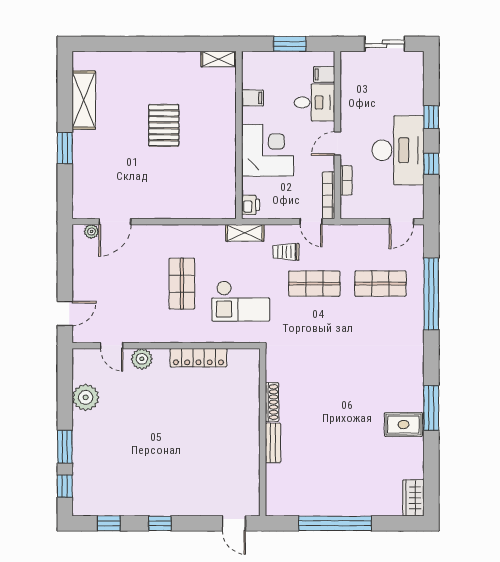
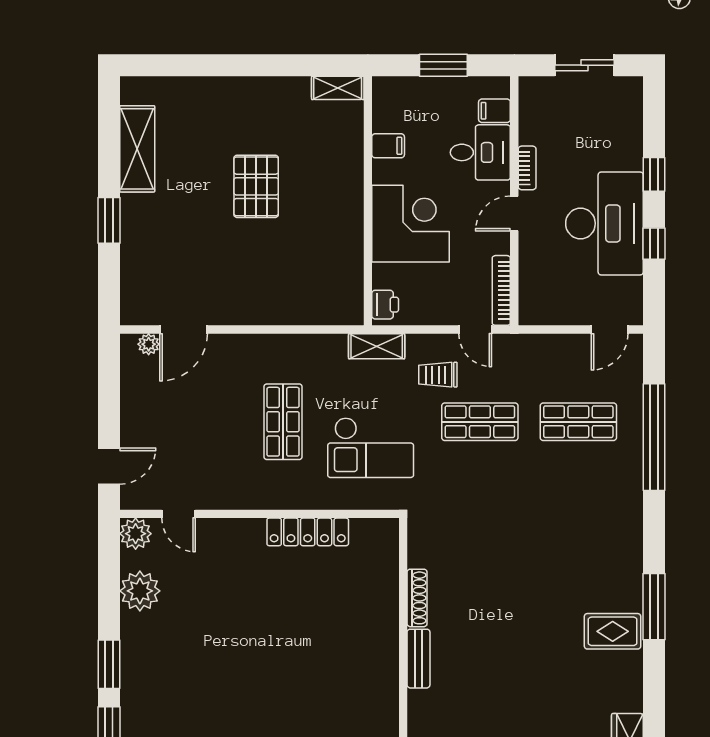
bookcase: (346, 180) -> (527, 168), moved
plant: (142, 359) -> (136, 534), moved

